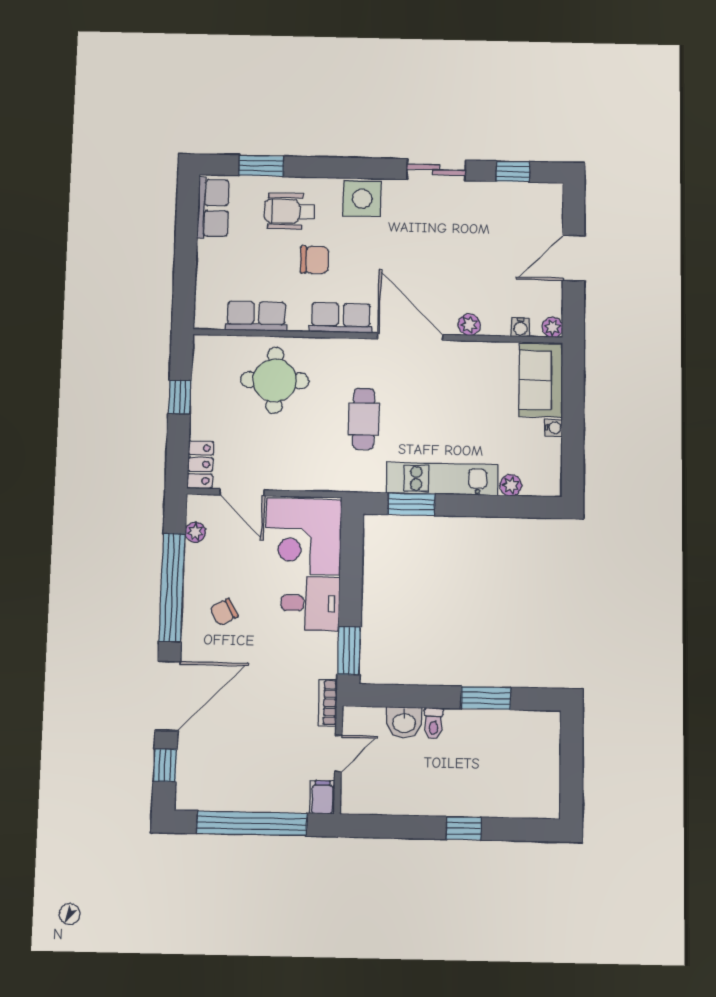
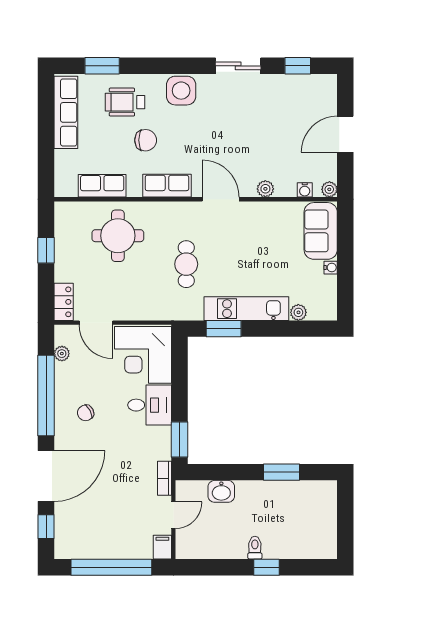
row of seats: (213, 208) -> (66, 112), width x1.48
door: (410, 337) -> (221, 199), width x0.73
toilet: (433, 723) -> (255, 548), moved, turned 180

